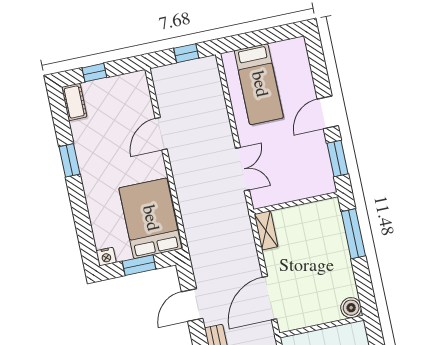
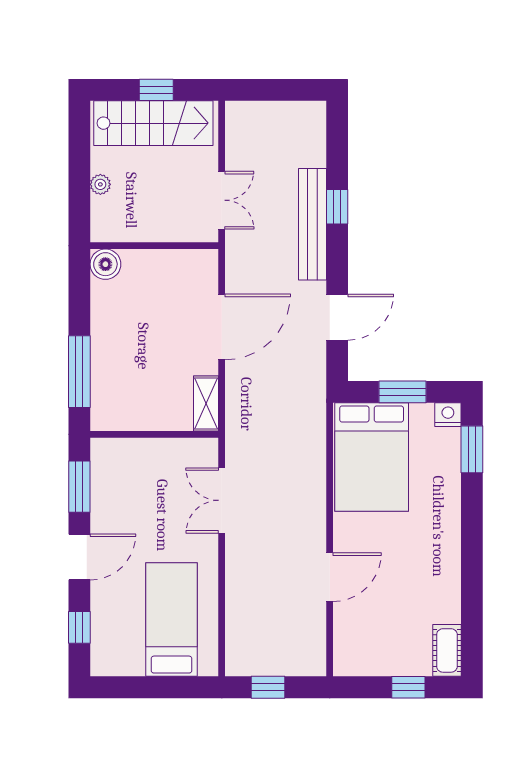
window: (318, 66) -> (79, 627), added
window: (69, 160) -> (472, 449), moved
door: (270, 298) -> (222, 327), moved

